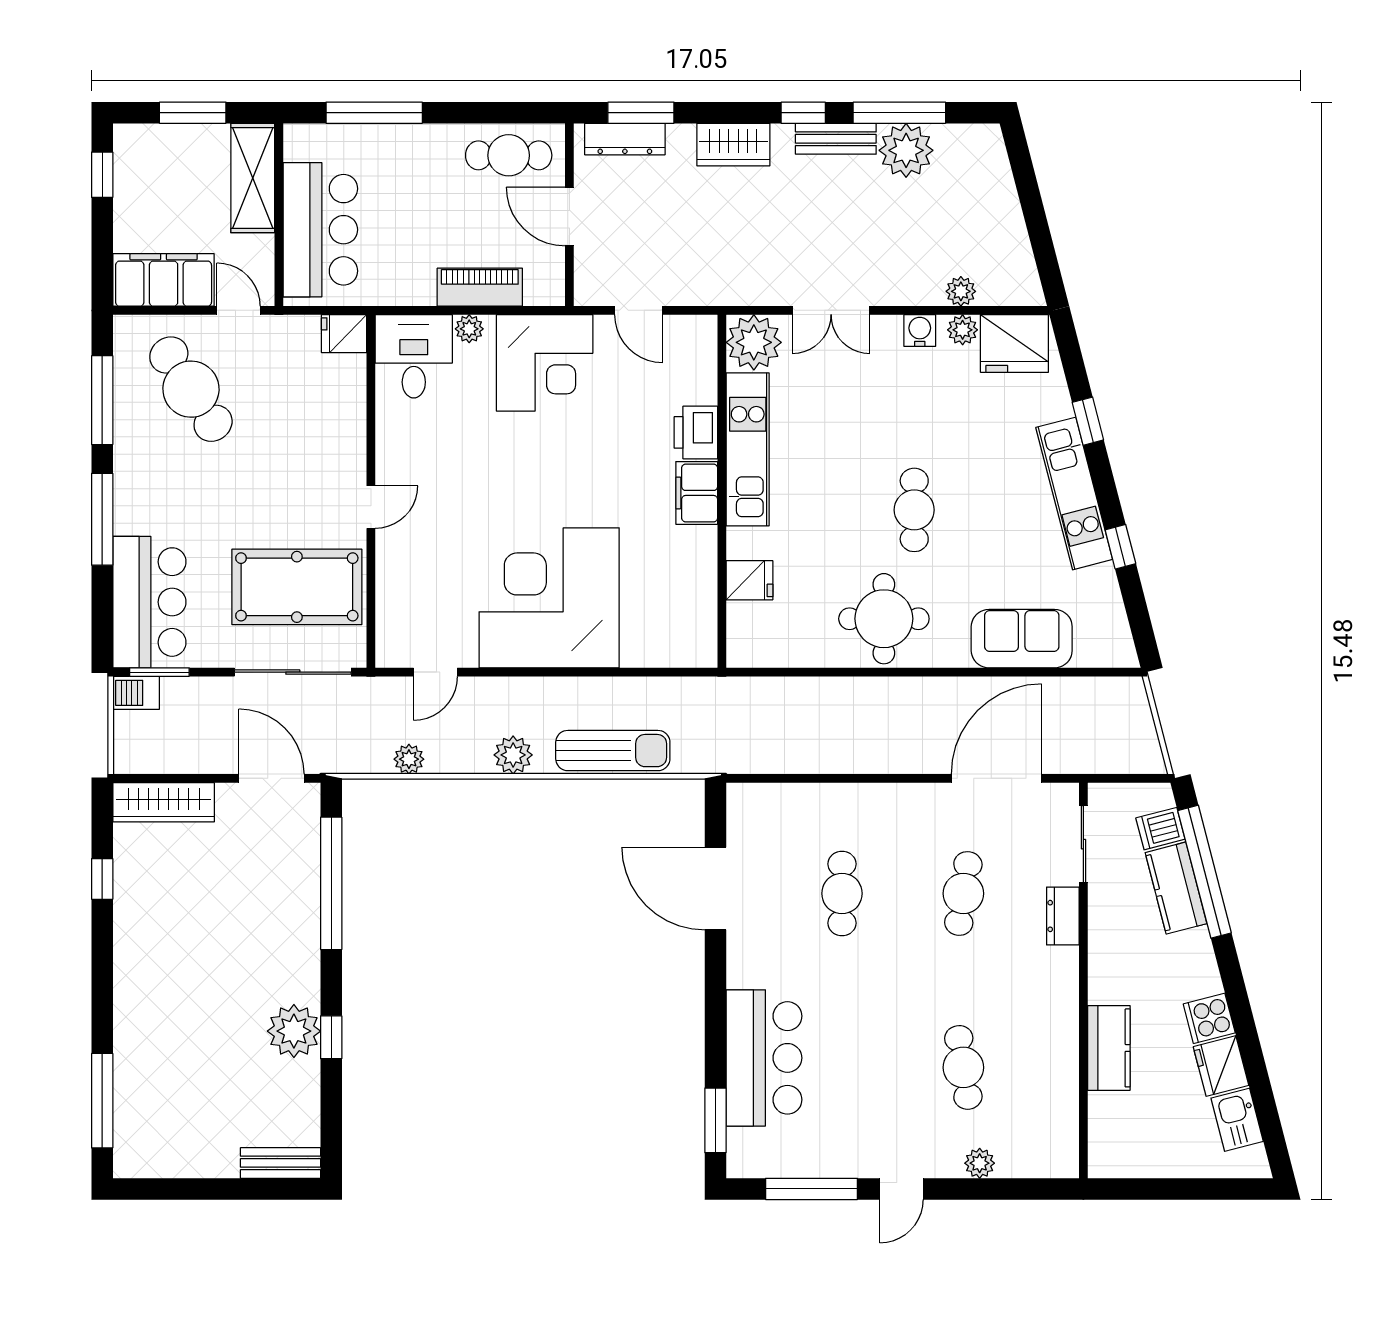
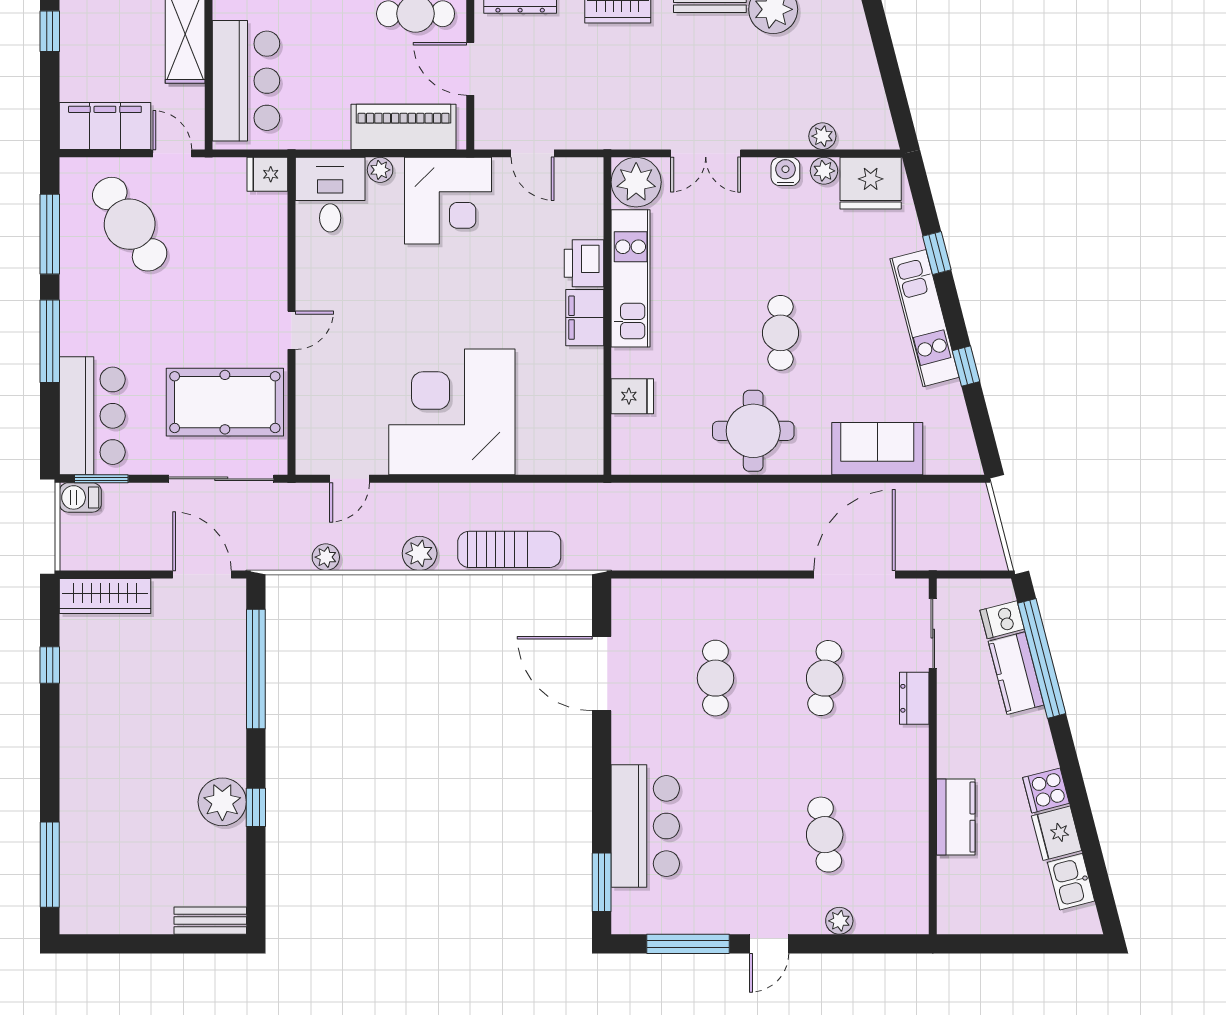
piano: (480, 287) -> (404, 127), width x1.37, depth x1.33

